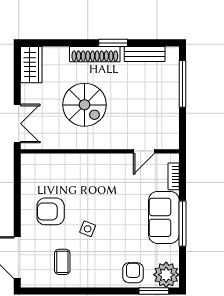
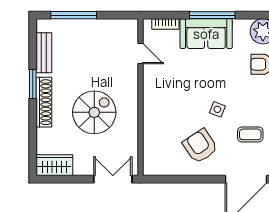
armchair: (51, 211) -> (200, 146), turned 146

